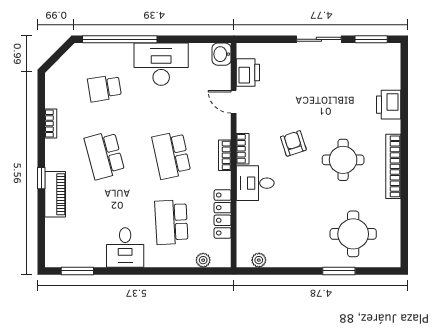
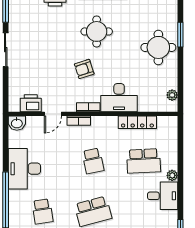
school desk: (171, 155) -> (93, 161), width x0.54
bookcase: (225, 155) -> (79, 121), moved
desk: (255, 183) -> (119, 98), width x1.37
round table: (353, 234) -> (158, 47), moved
plant: (203, 260) -> (172, 175), moved

